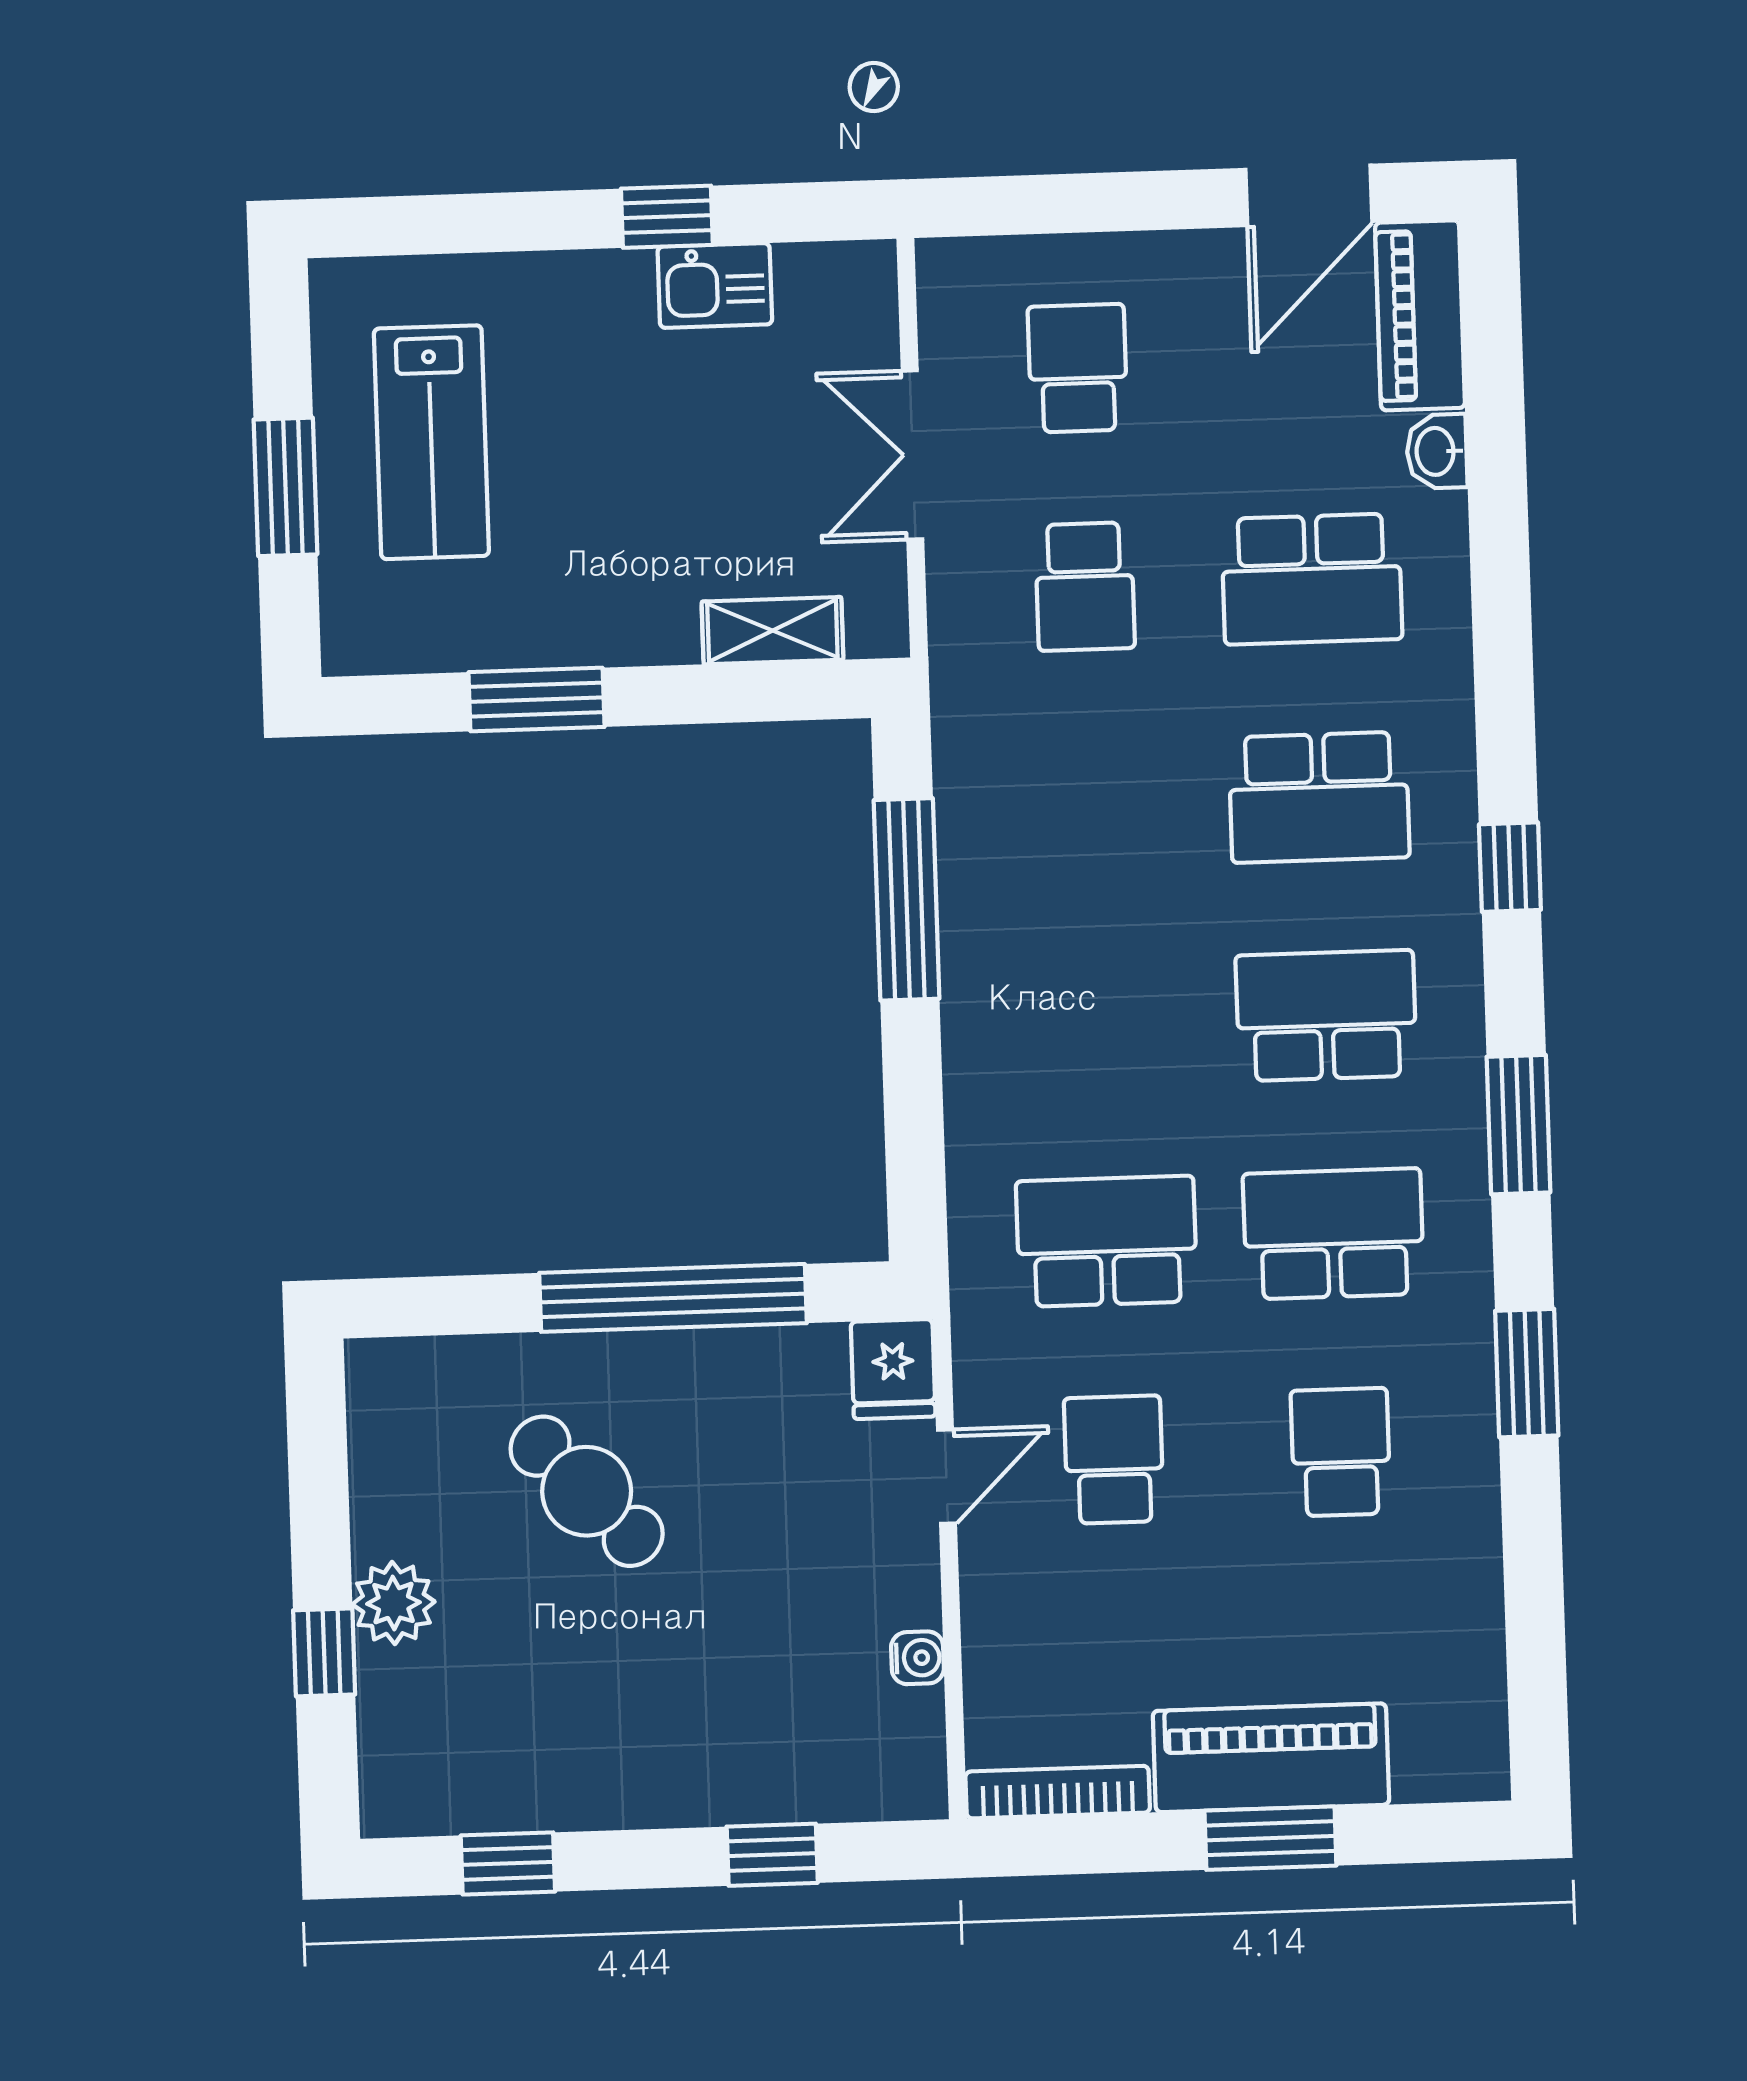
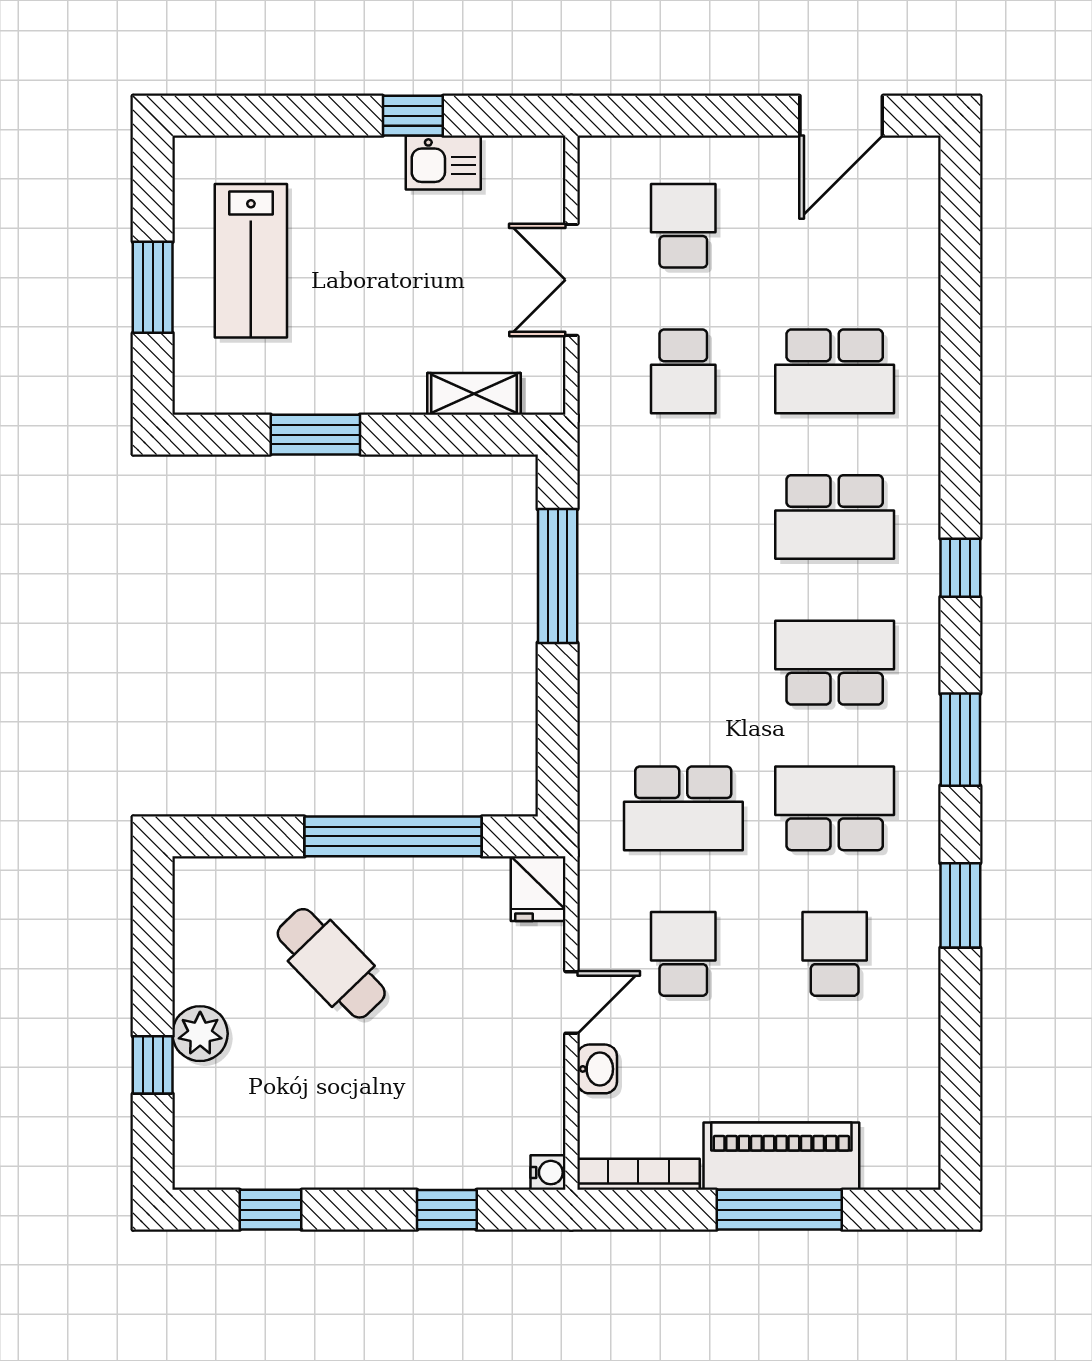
piano: (1420, 315) -> (913, 198), removed
washbasin: (1437, 451) -> (597, 1069), moved, turned 180
school desk: (1107, 1241) -> (683, 808), turned 180
door: (946, 1477) -> (571, 1002), moved
water cooler: (918, 1658) -> (548, 1173), moved
window: (1270, 1838) -> (779, 1210), width x1.44

